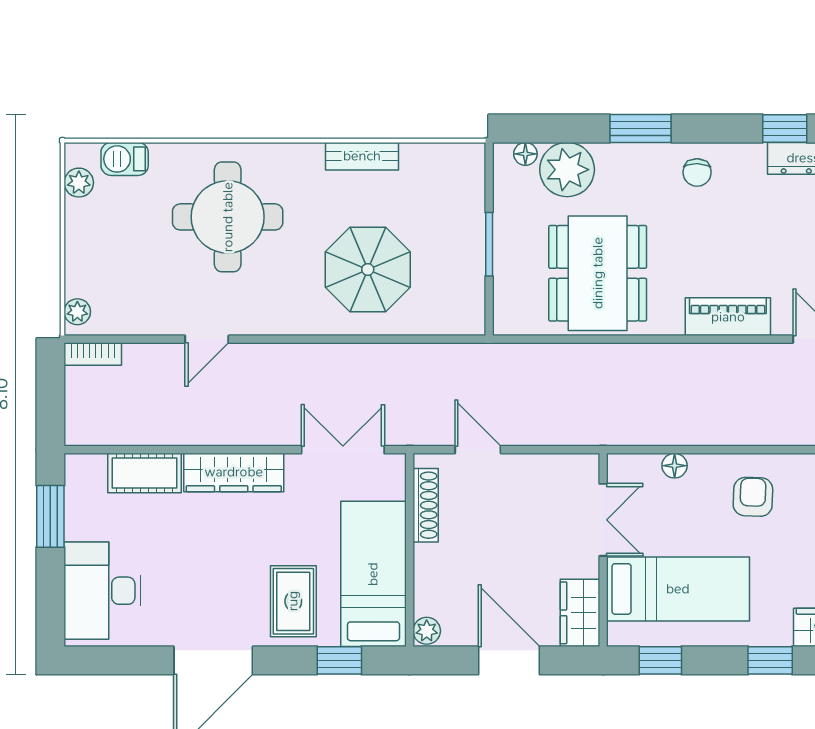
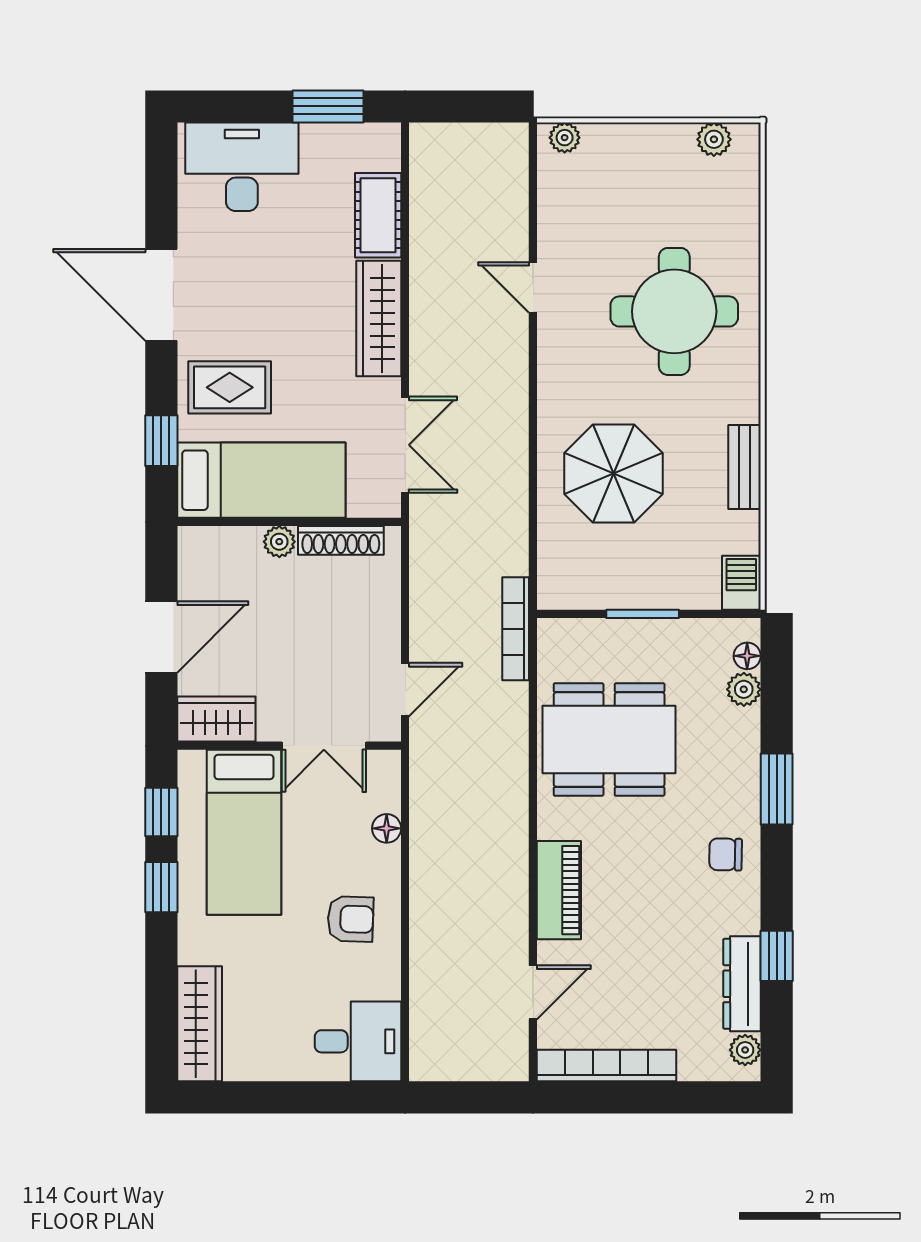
barbecue: (125, 159) -> (741, 583), moved
plant: (567, 170) -> (744, 689), width x0.53, depth x0.53
bookcase: (93, 354) -> (516, 629), moved, width x1.56
door: (478, 450) -> (405, 690), moved
plant: (427, 631) -> (279, 542), moved
window: (770, 660) -> (161, 887), moved

